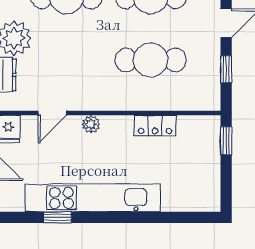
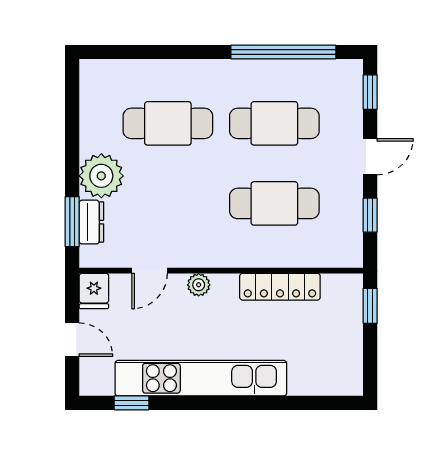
locker: (155, 126) -> (280, 287), width x1.53
window: (57, 217) -> (131, 403), moved

